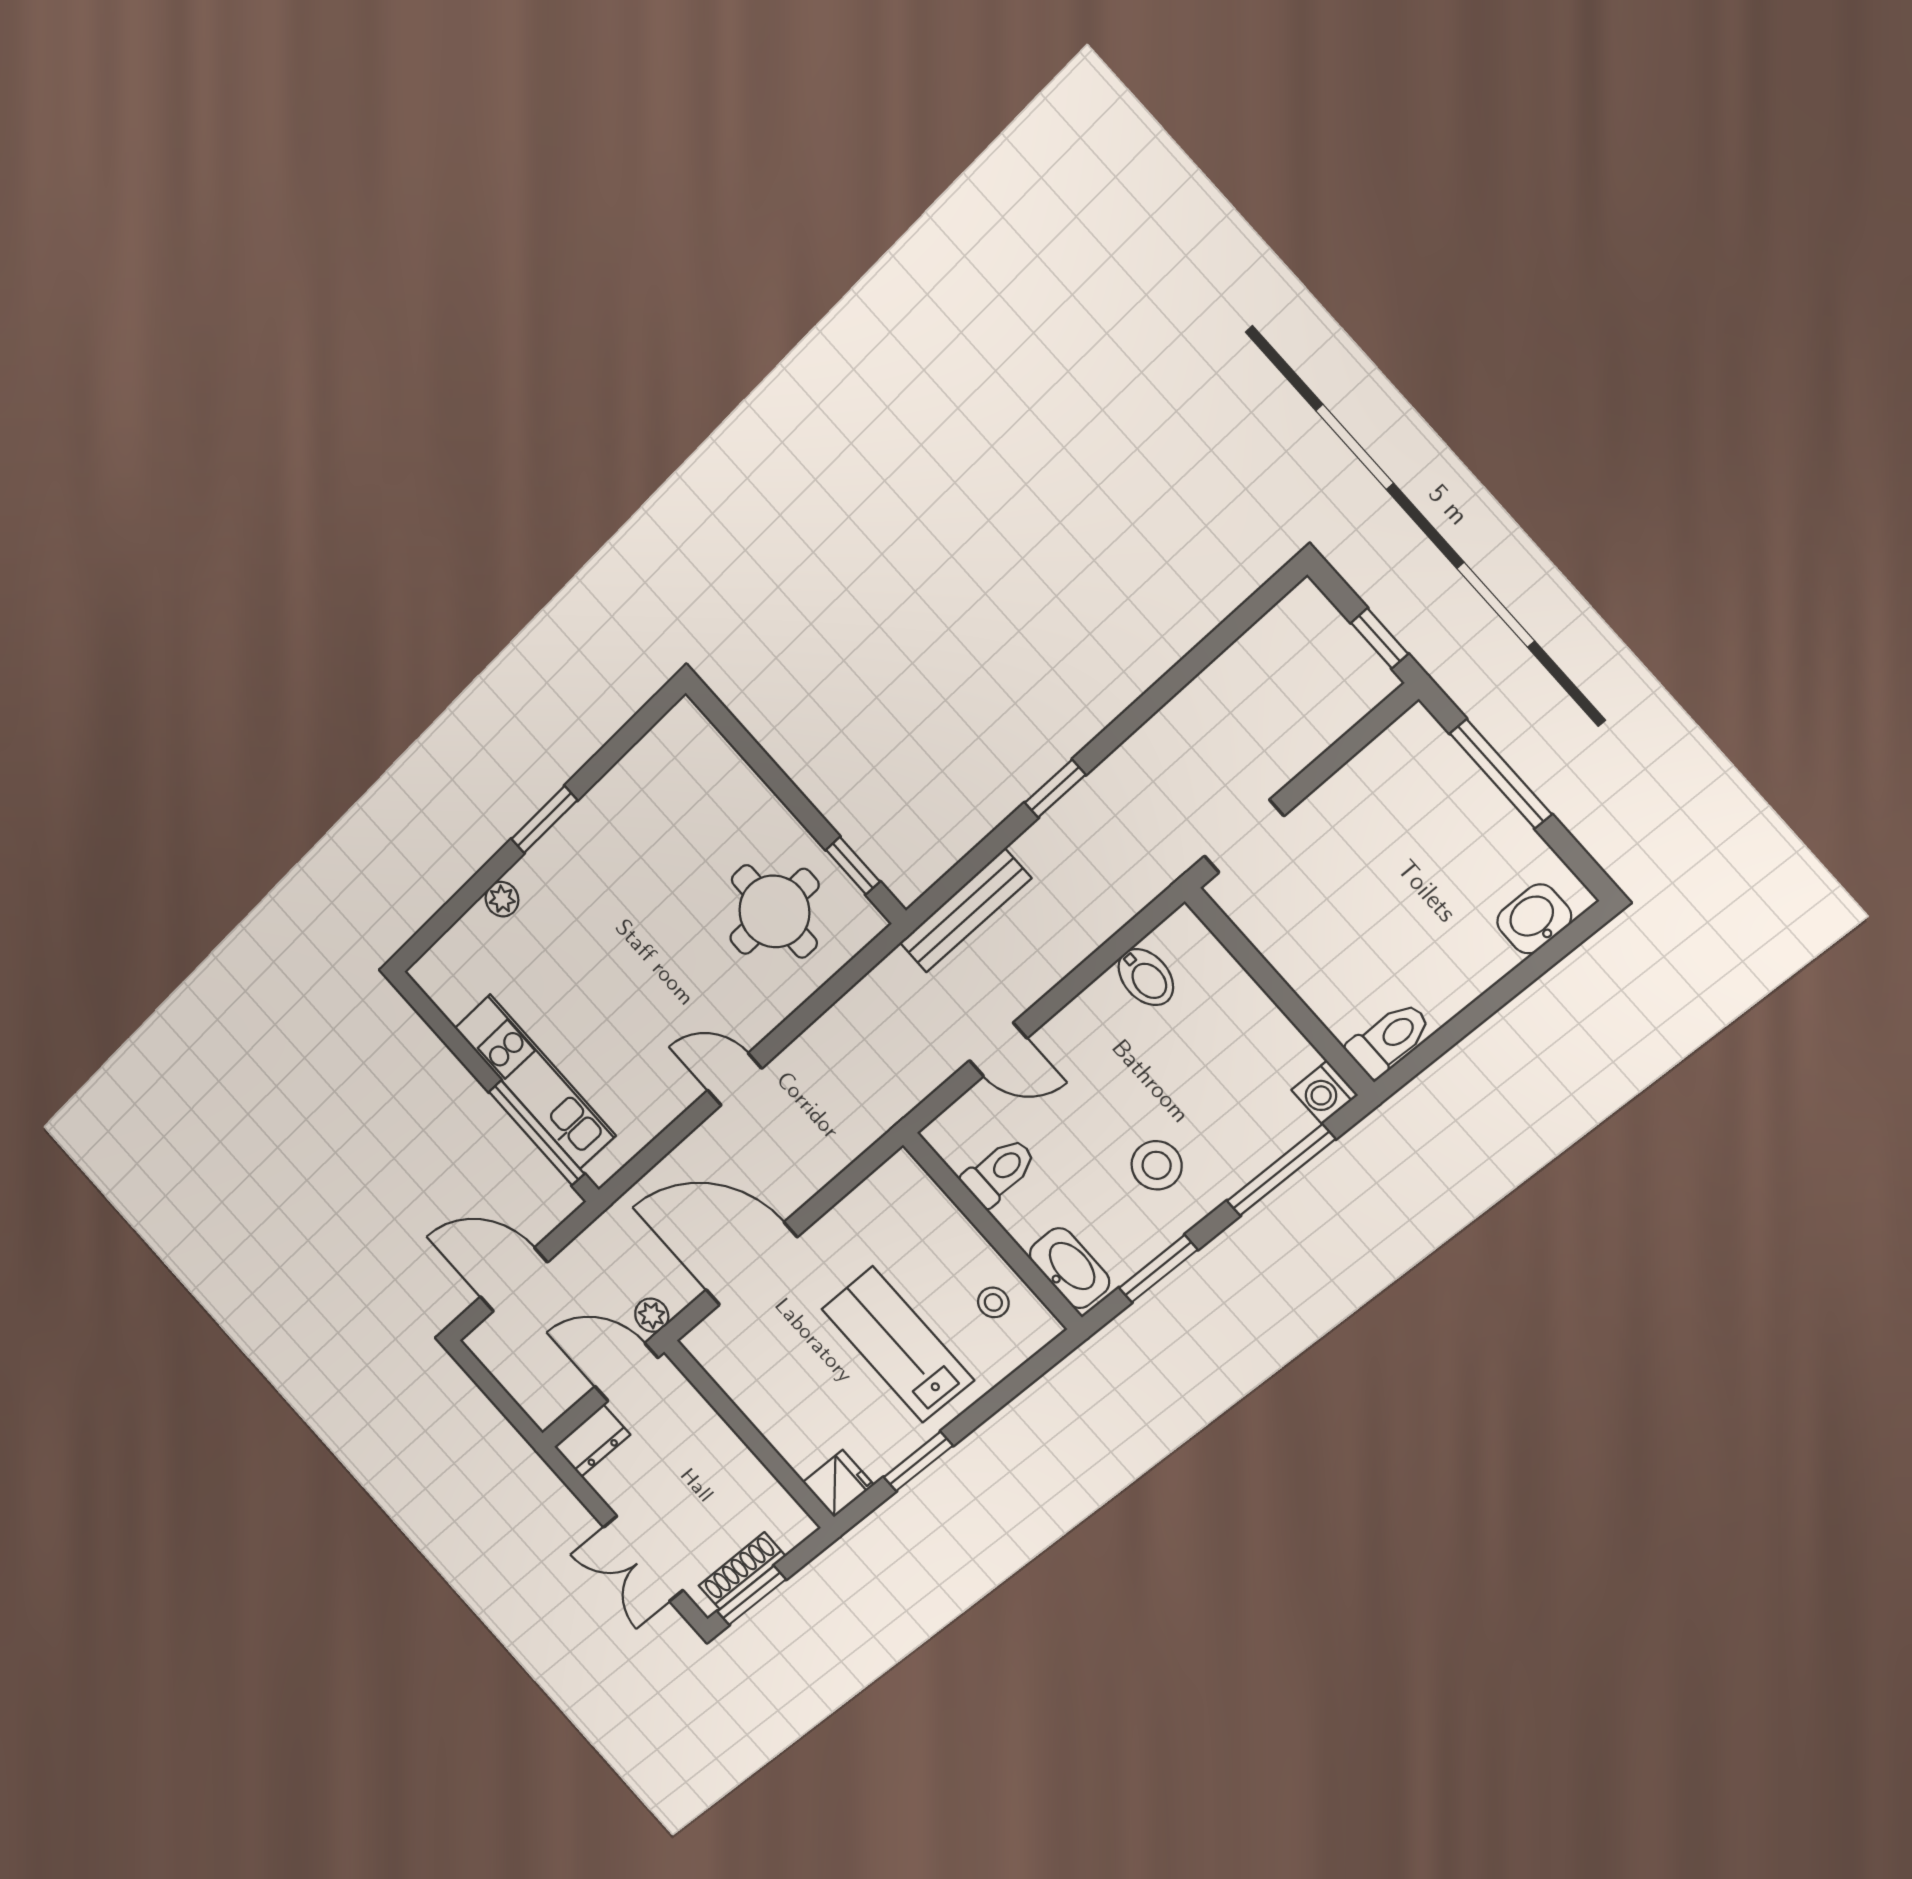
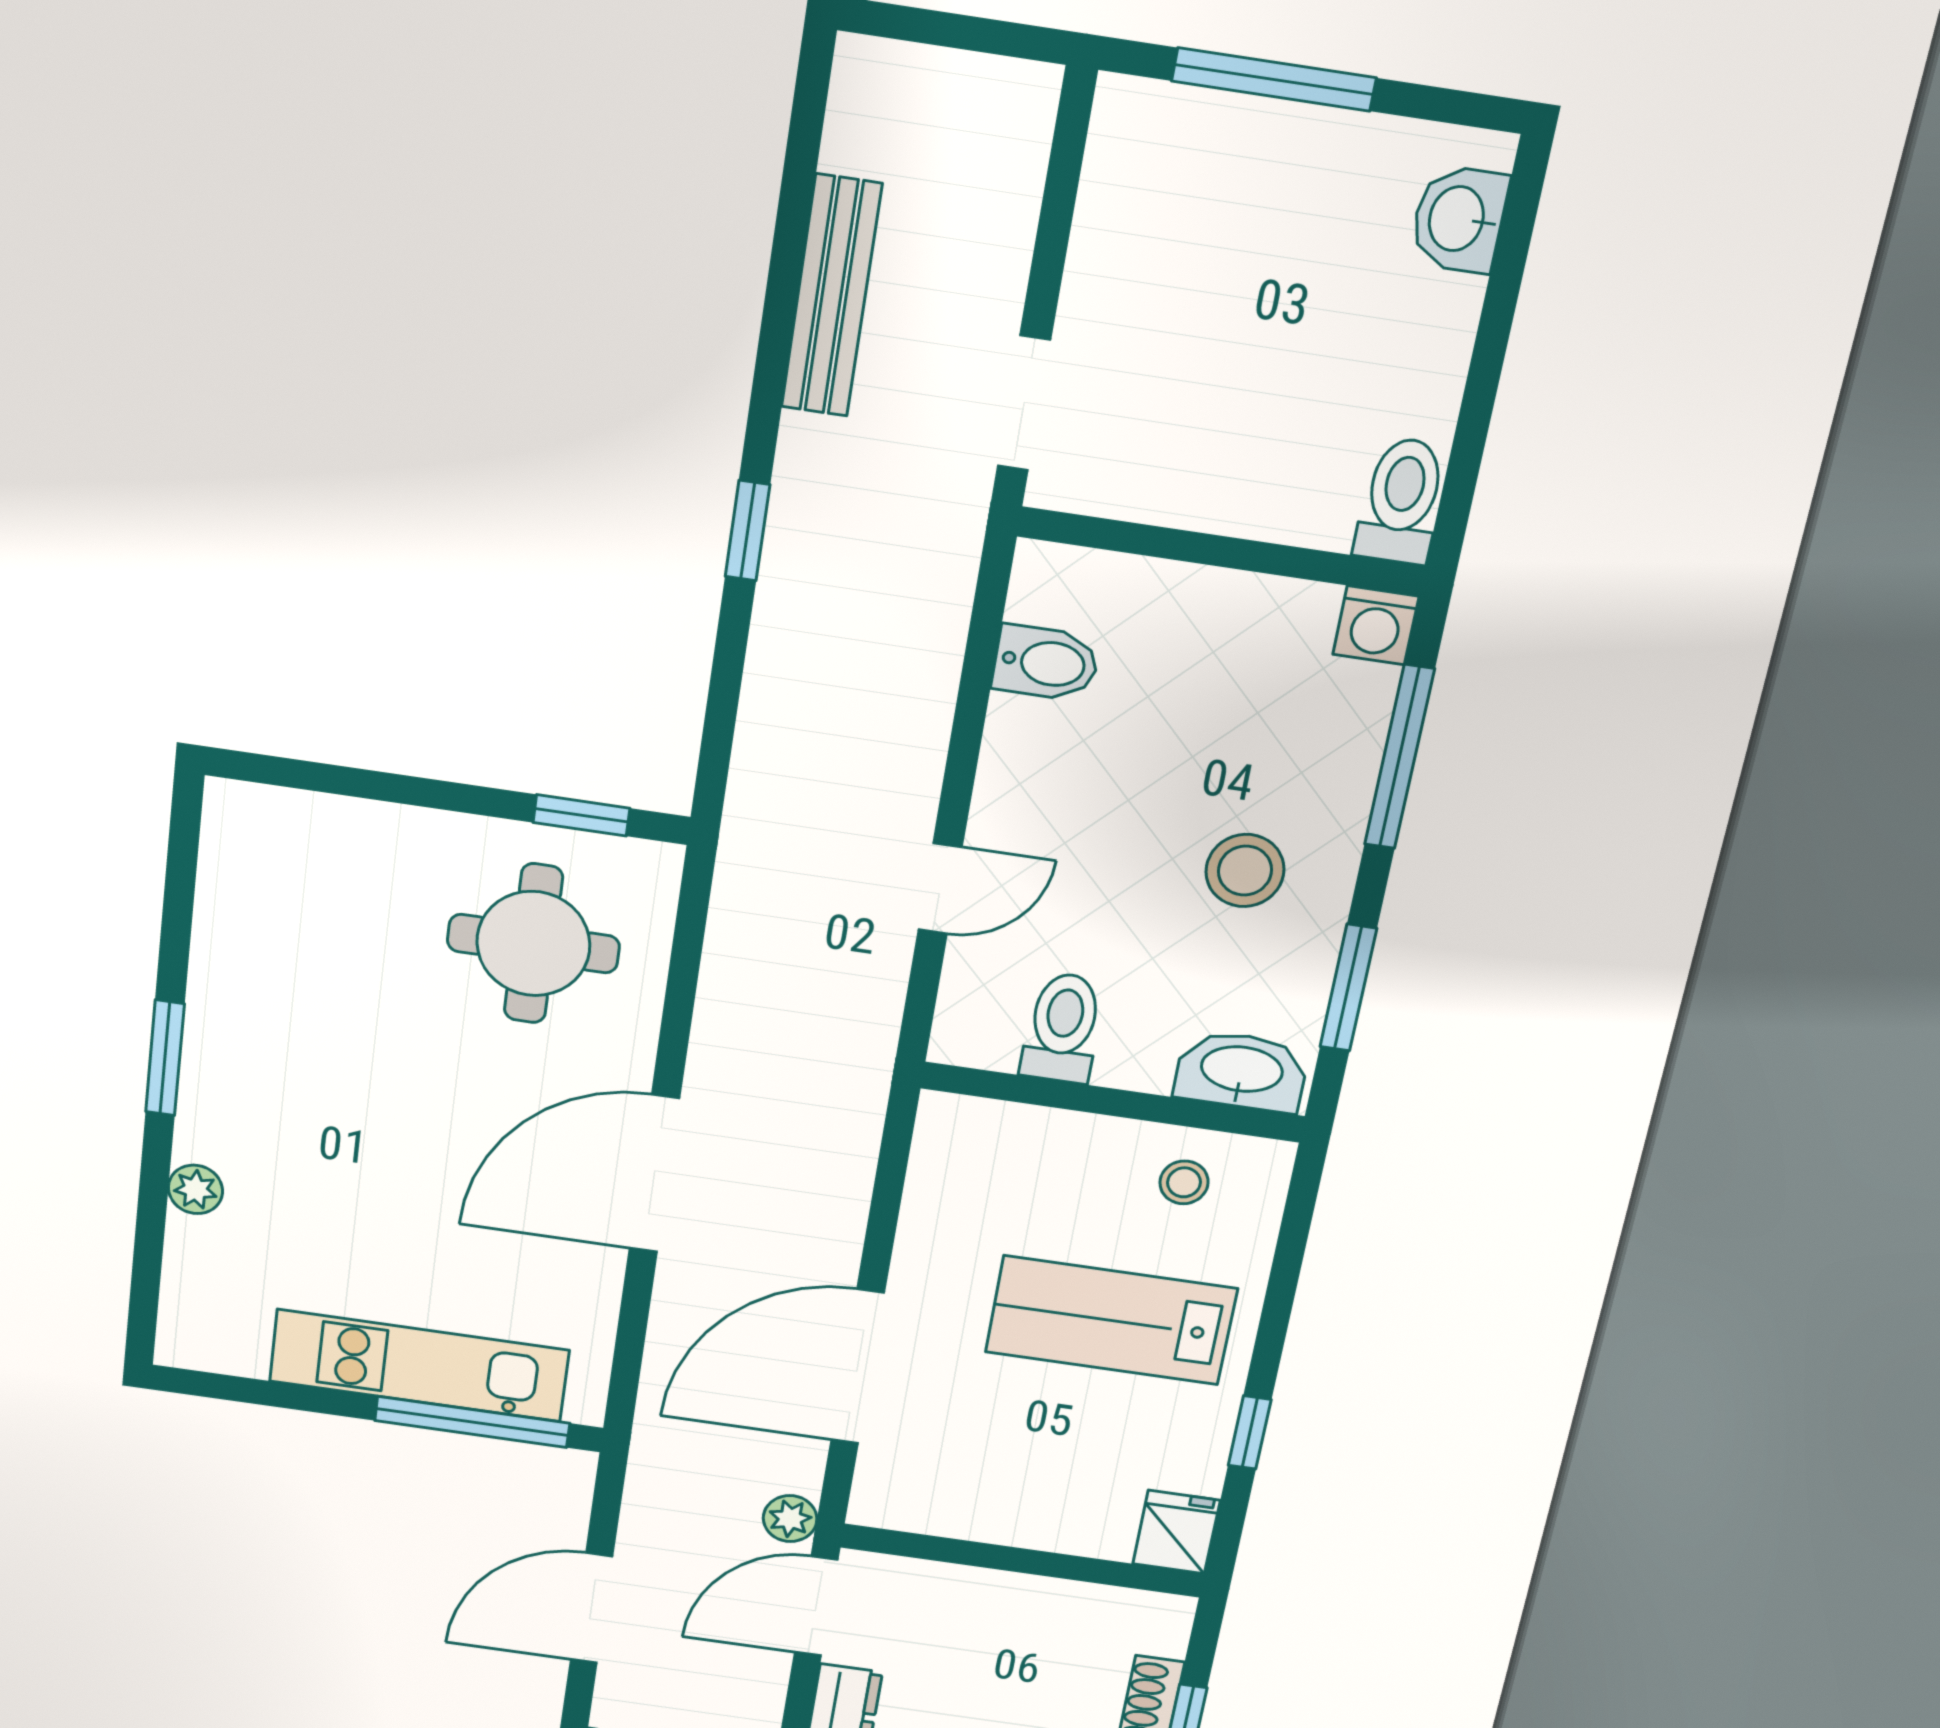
window: (1380, 638) -> (990, 36), removed
bench: (965, 911) -> (831, 296), moved
door: (735, 1079) -> (654, 1174), width x1.88
window: (918, 1461) -> (1250, 1432), width x0.67

